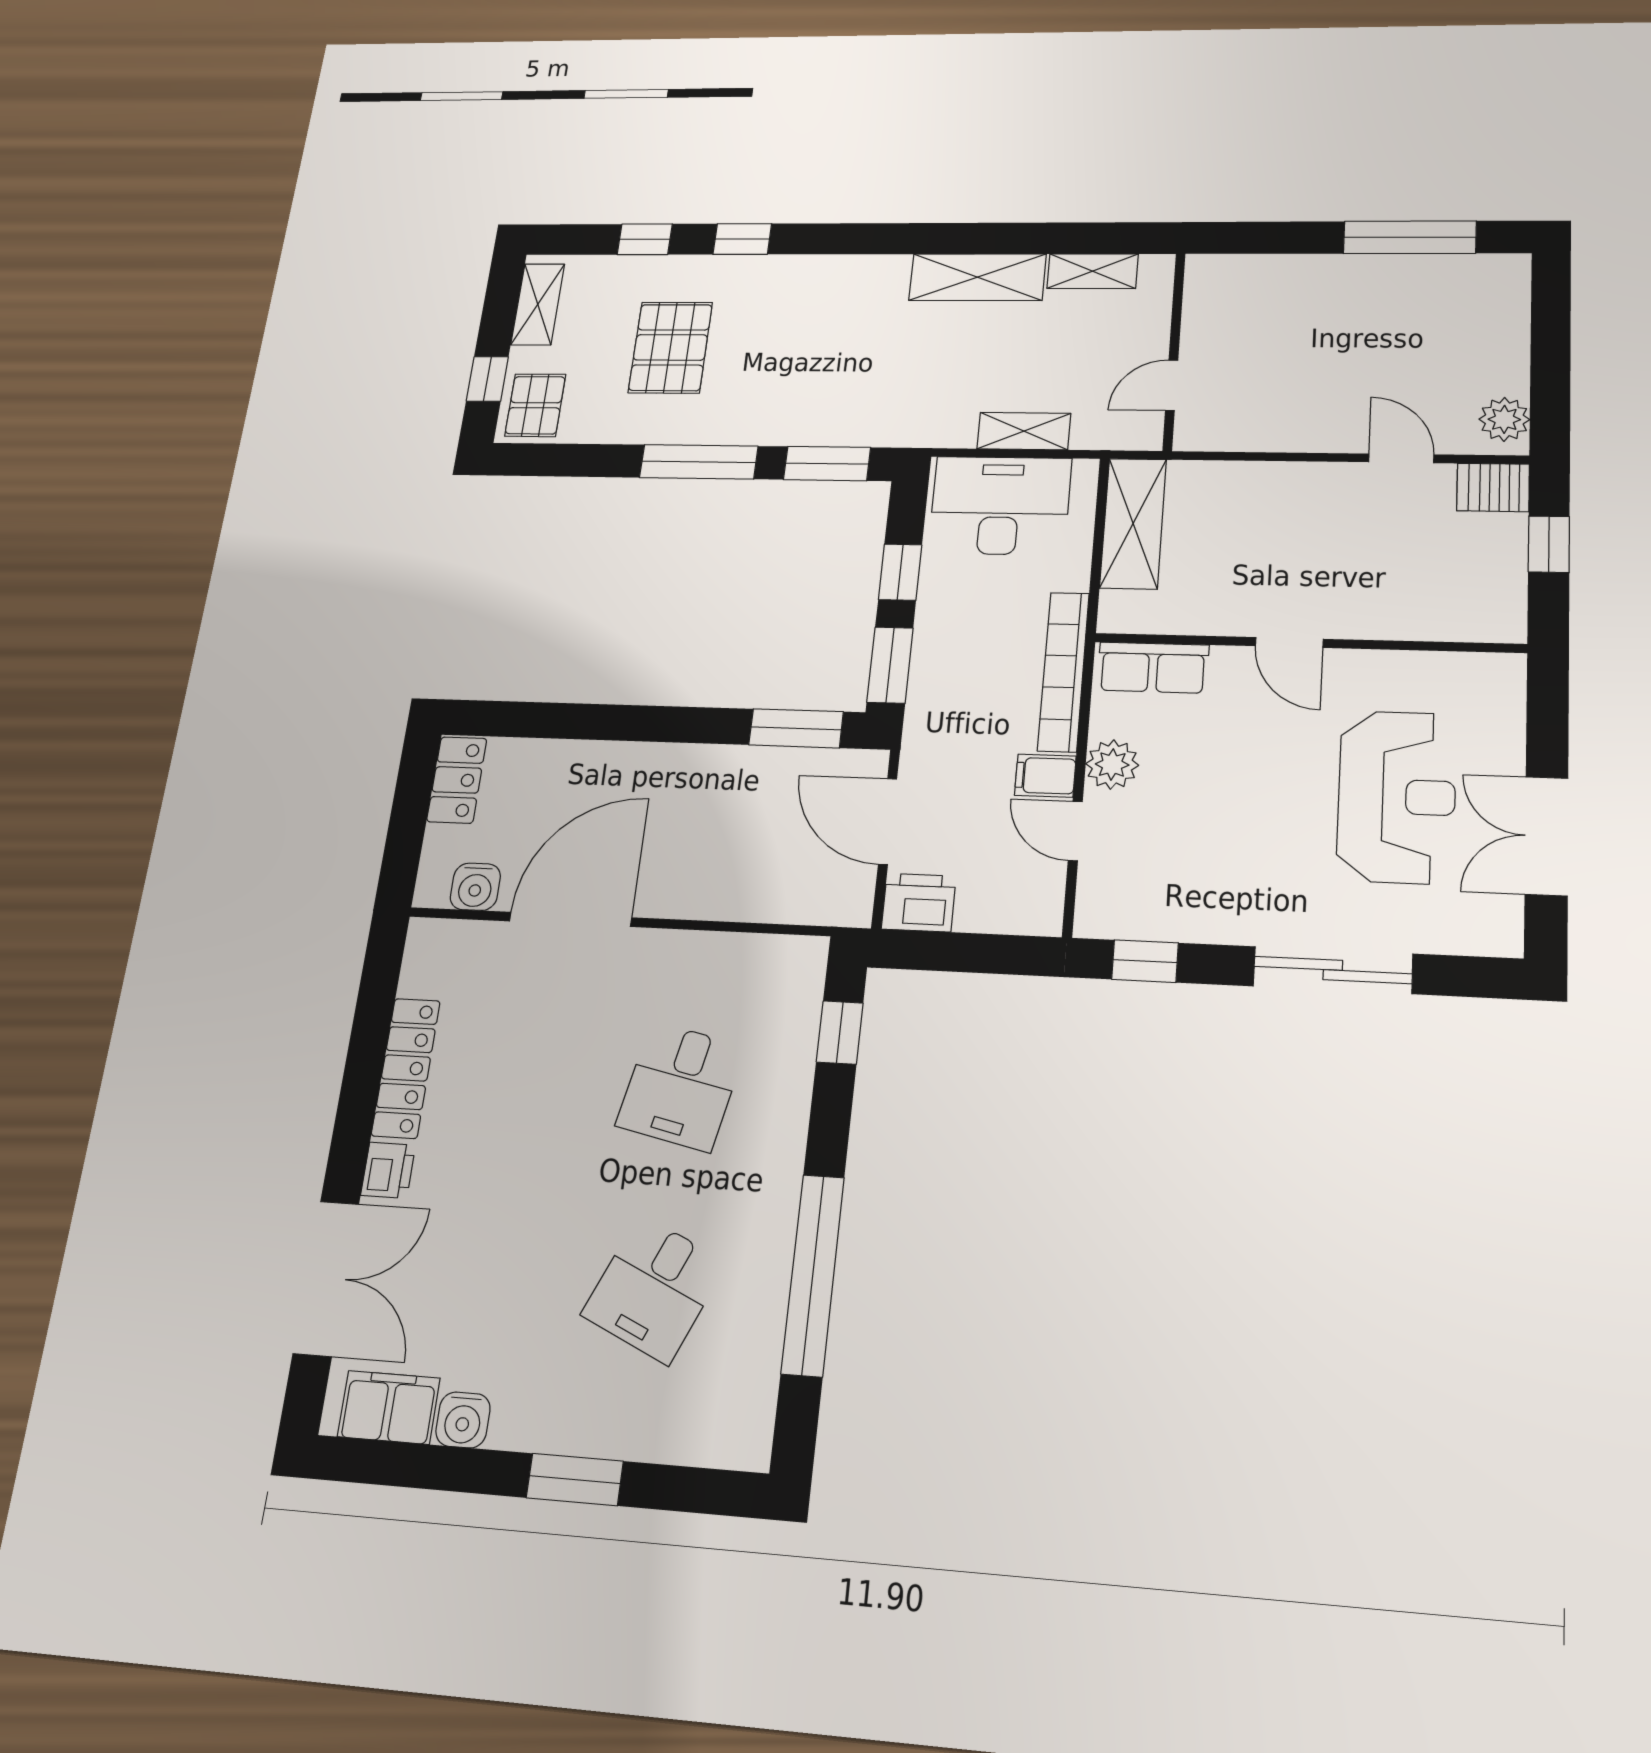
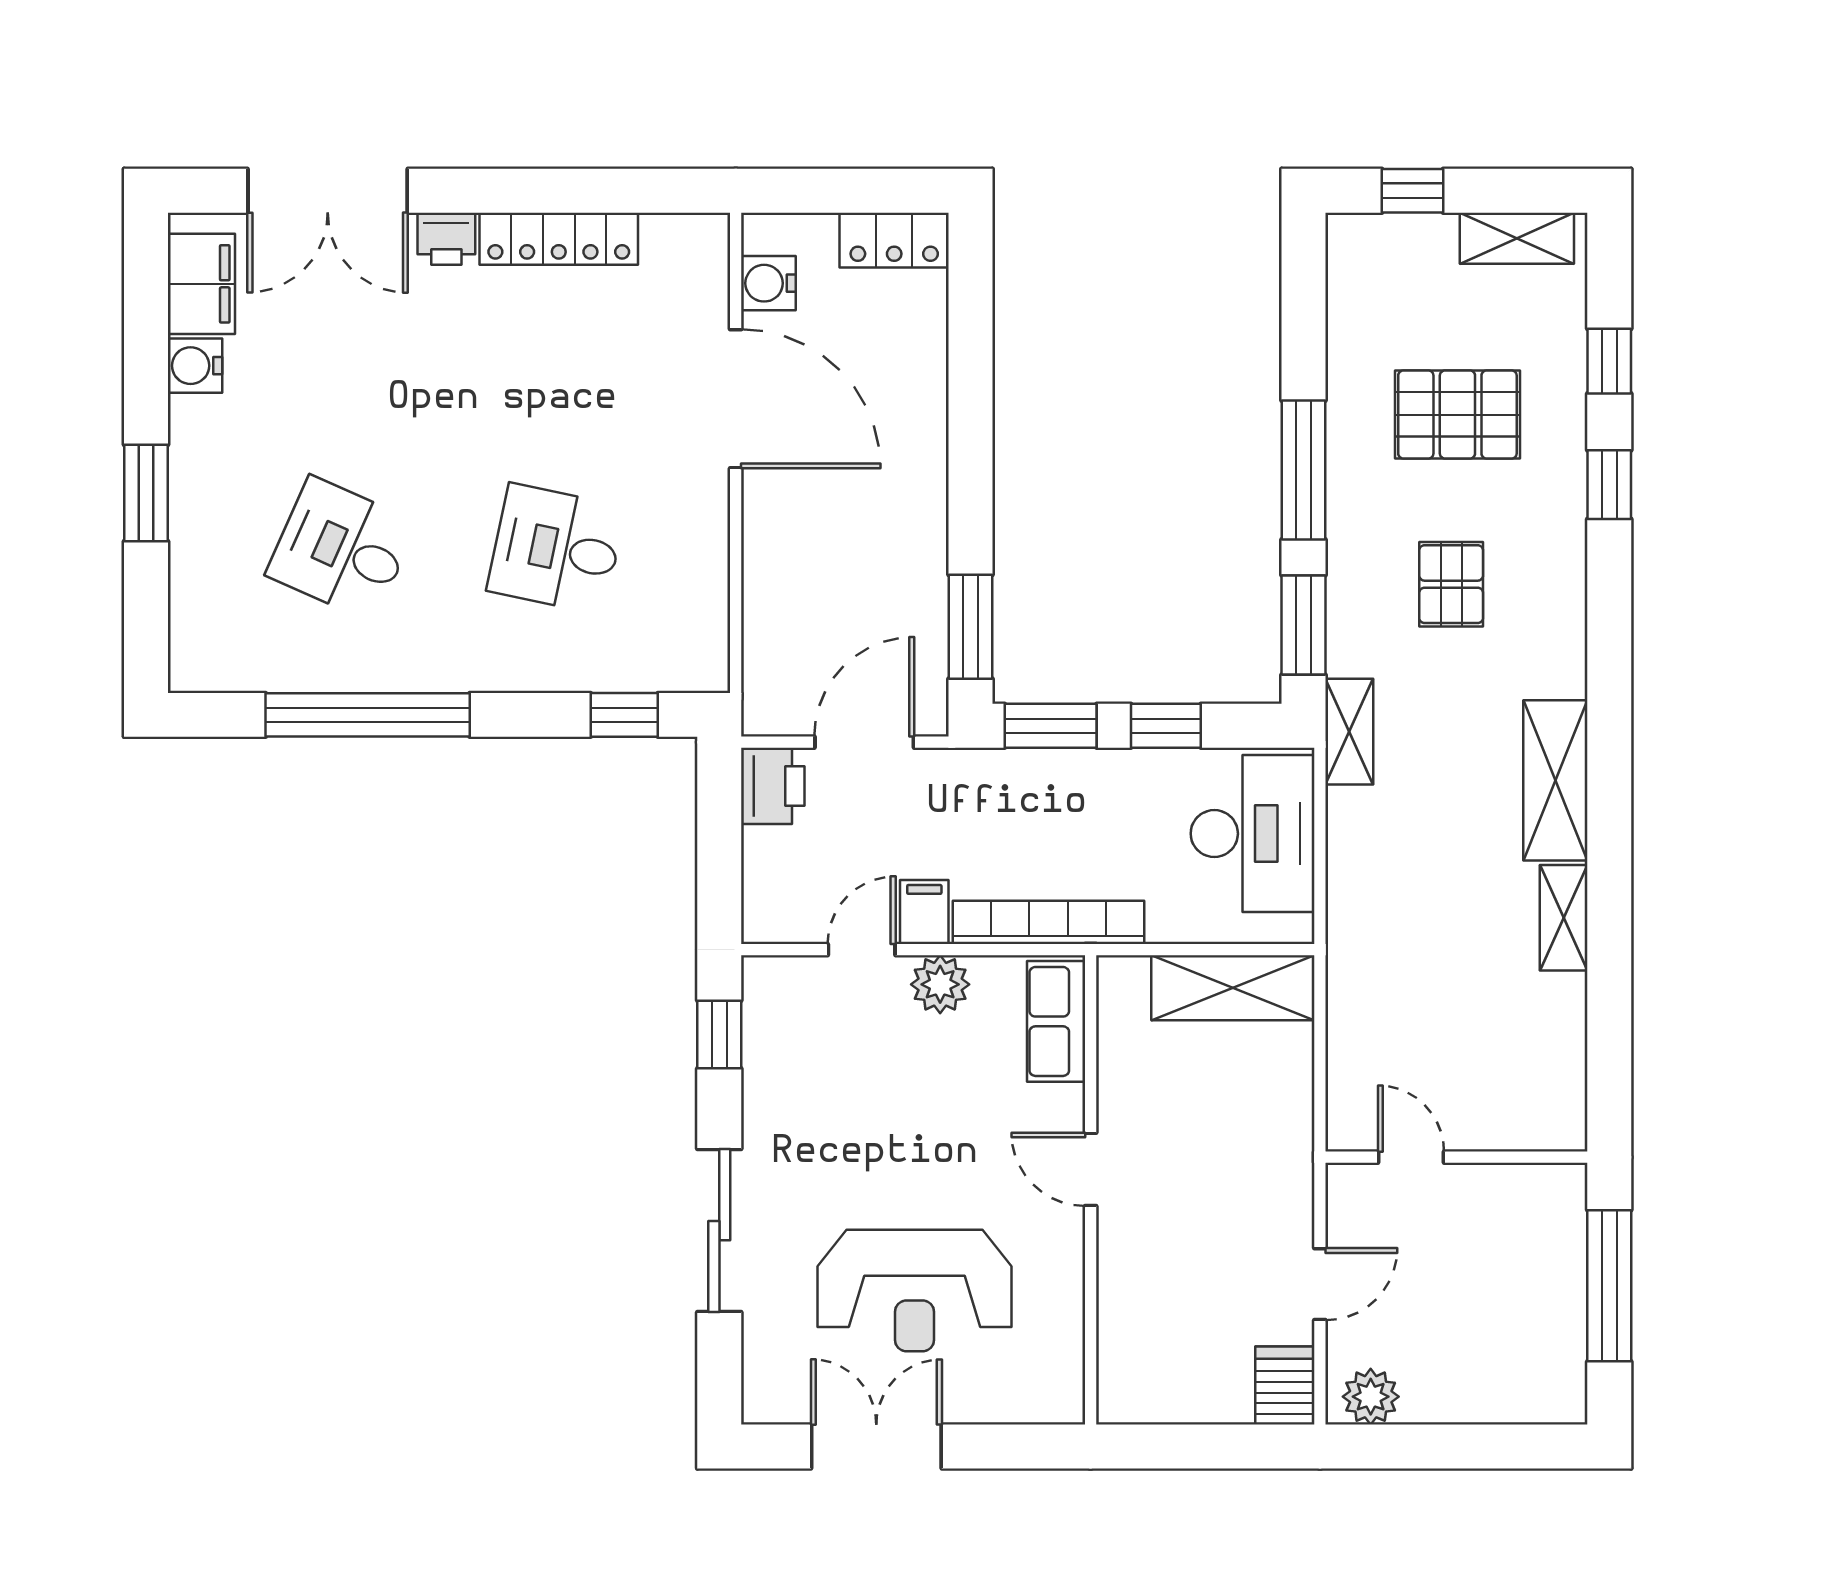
wall: (1174, 351) -> (1456, 1157), moved
door: (1172, 385) -> (1411, 1157), moved
pallet: (535, 405) -> (1451, 584), moved, turned 90
shelving: (1024, 431) -> (1349, 732), moved
window: (1549, 544) -> (1216, 1447), removed
door: (1289, 642) -> (1091, 1169), hinge flipped

